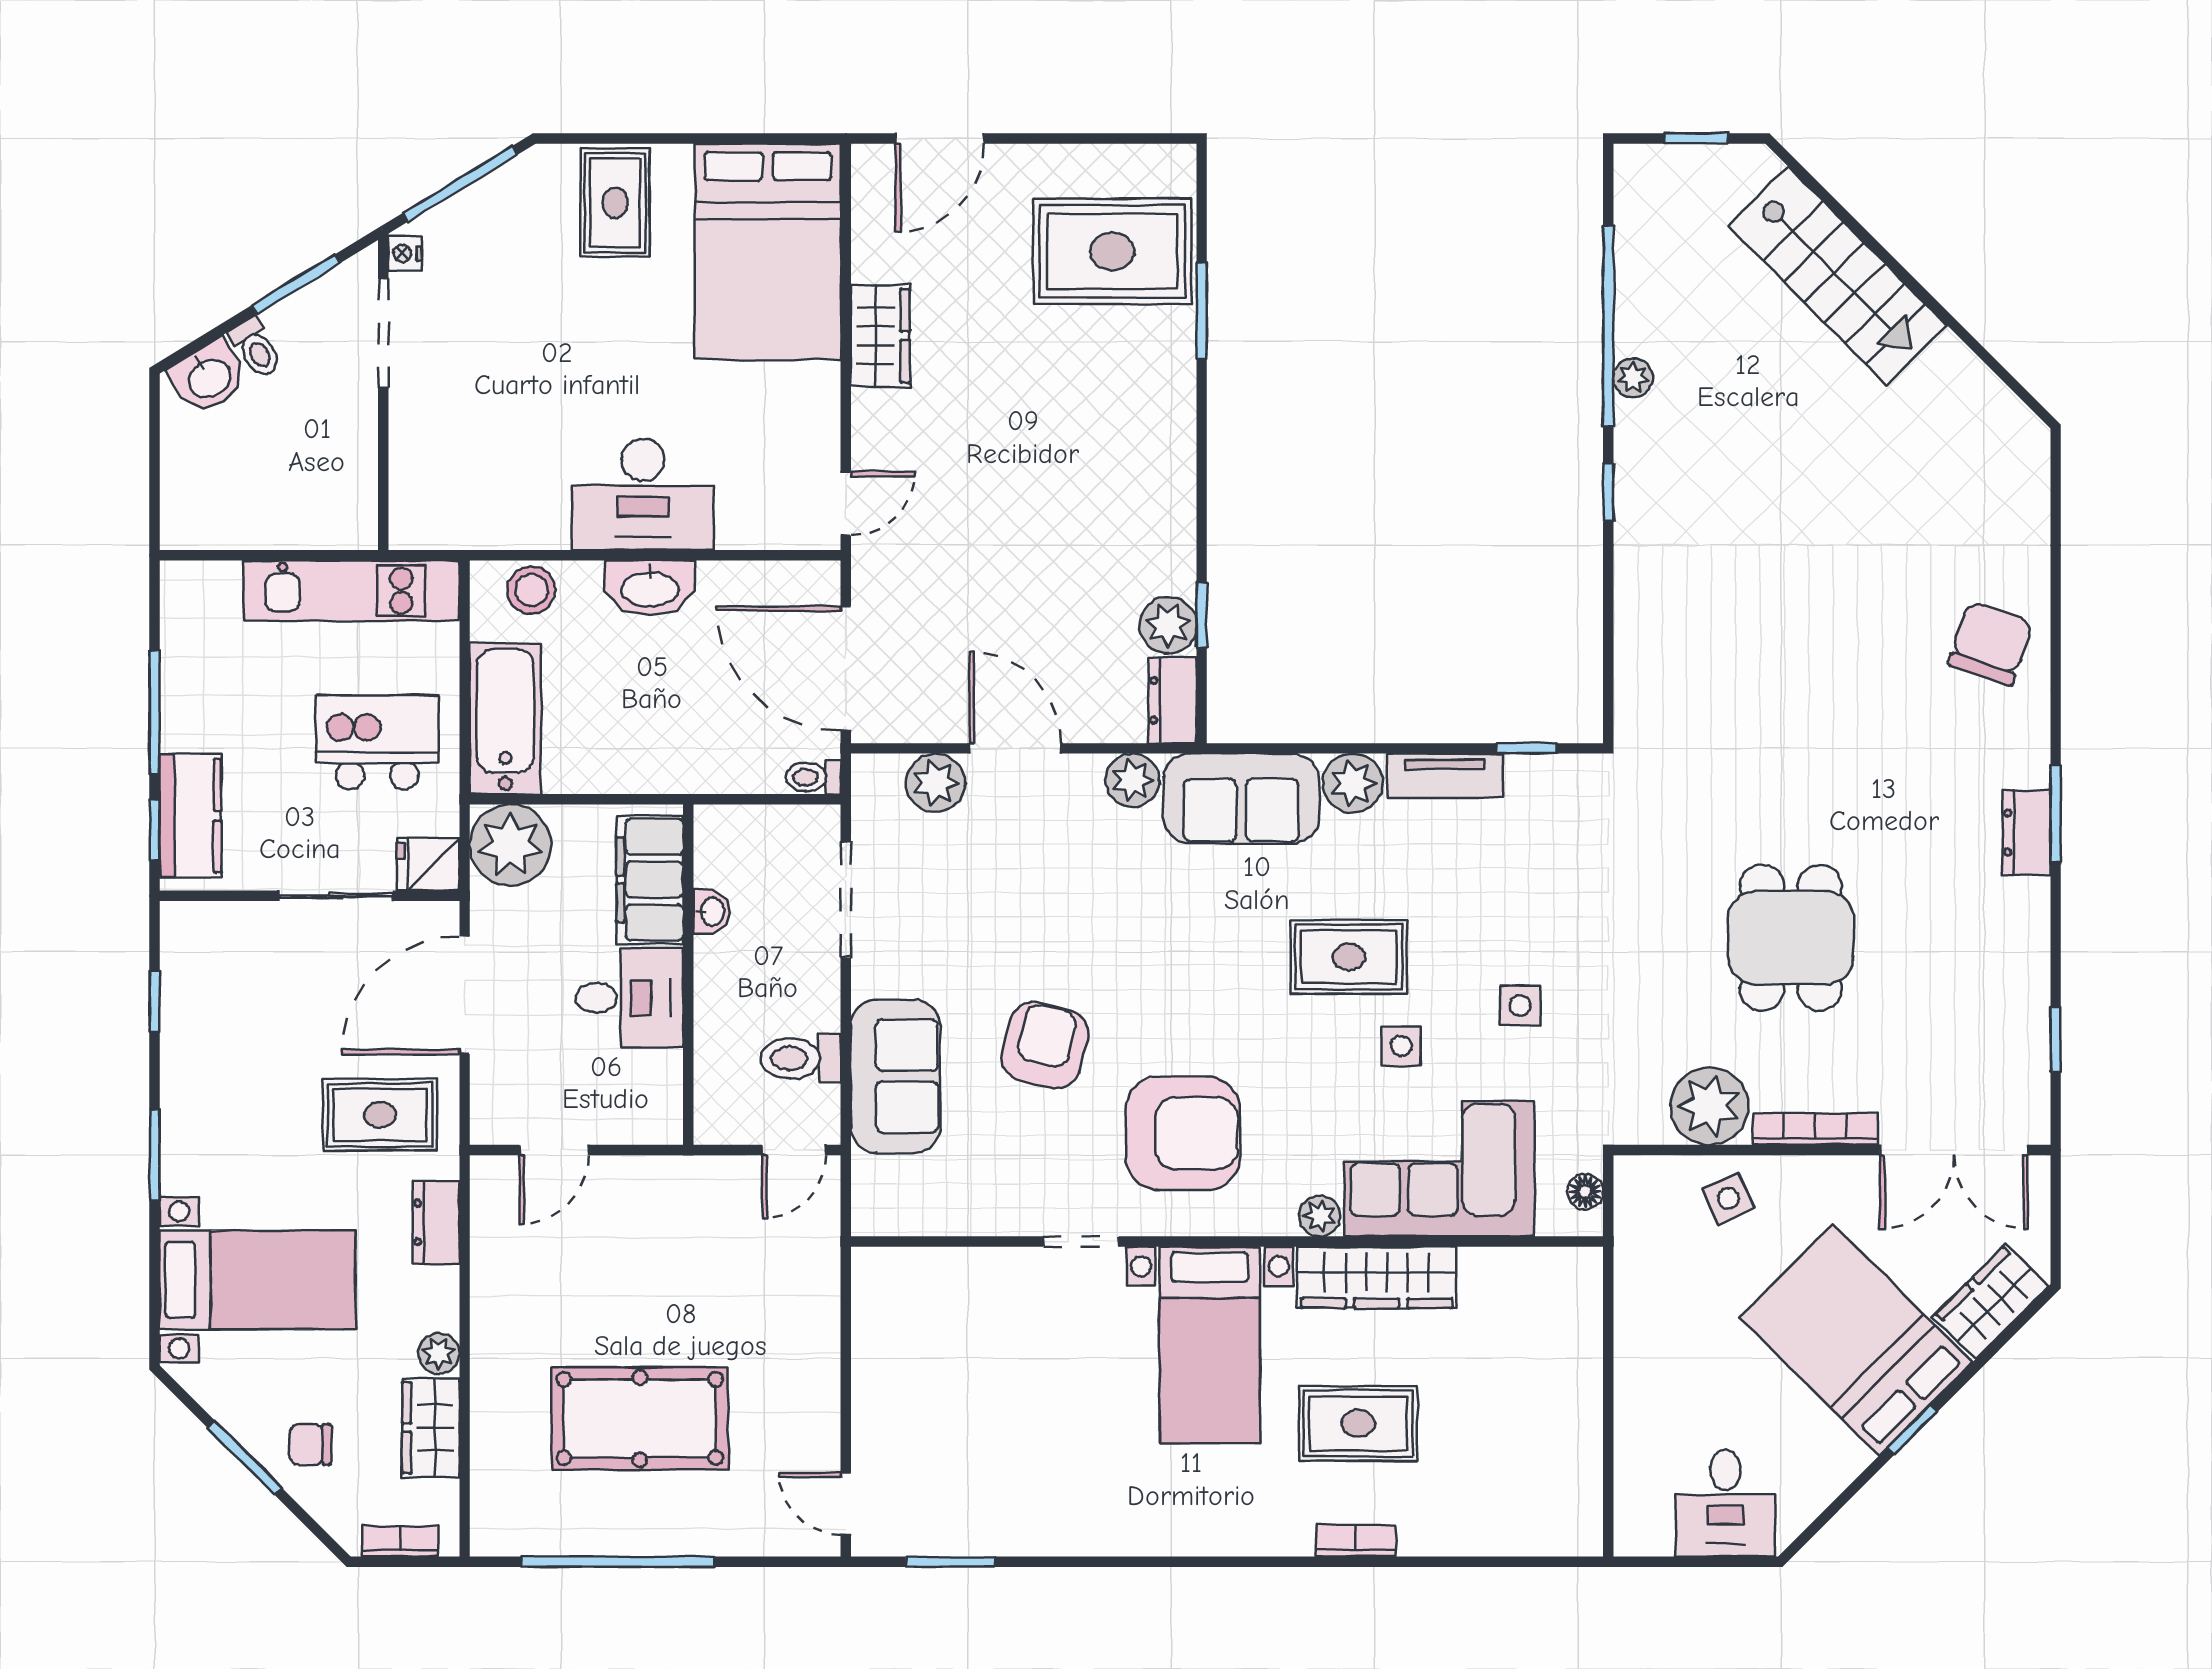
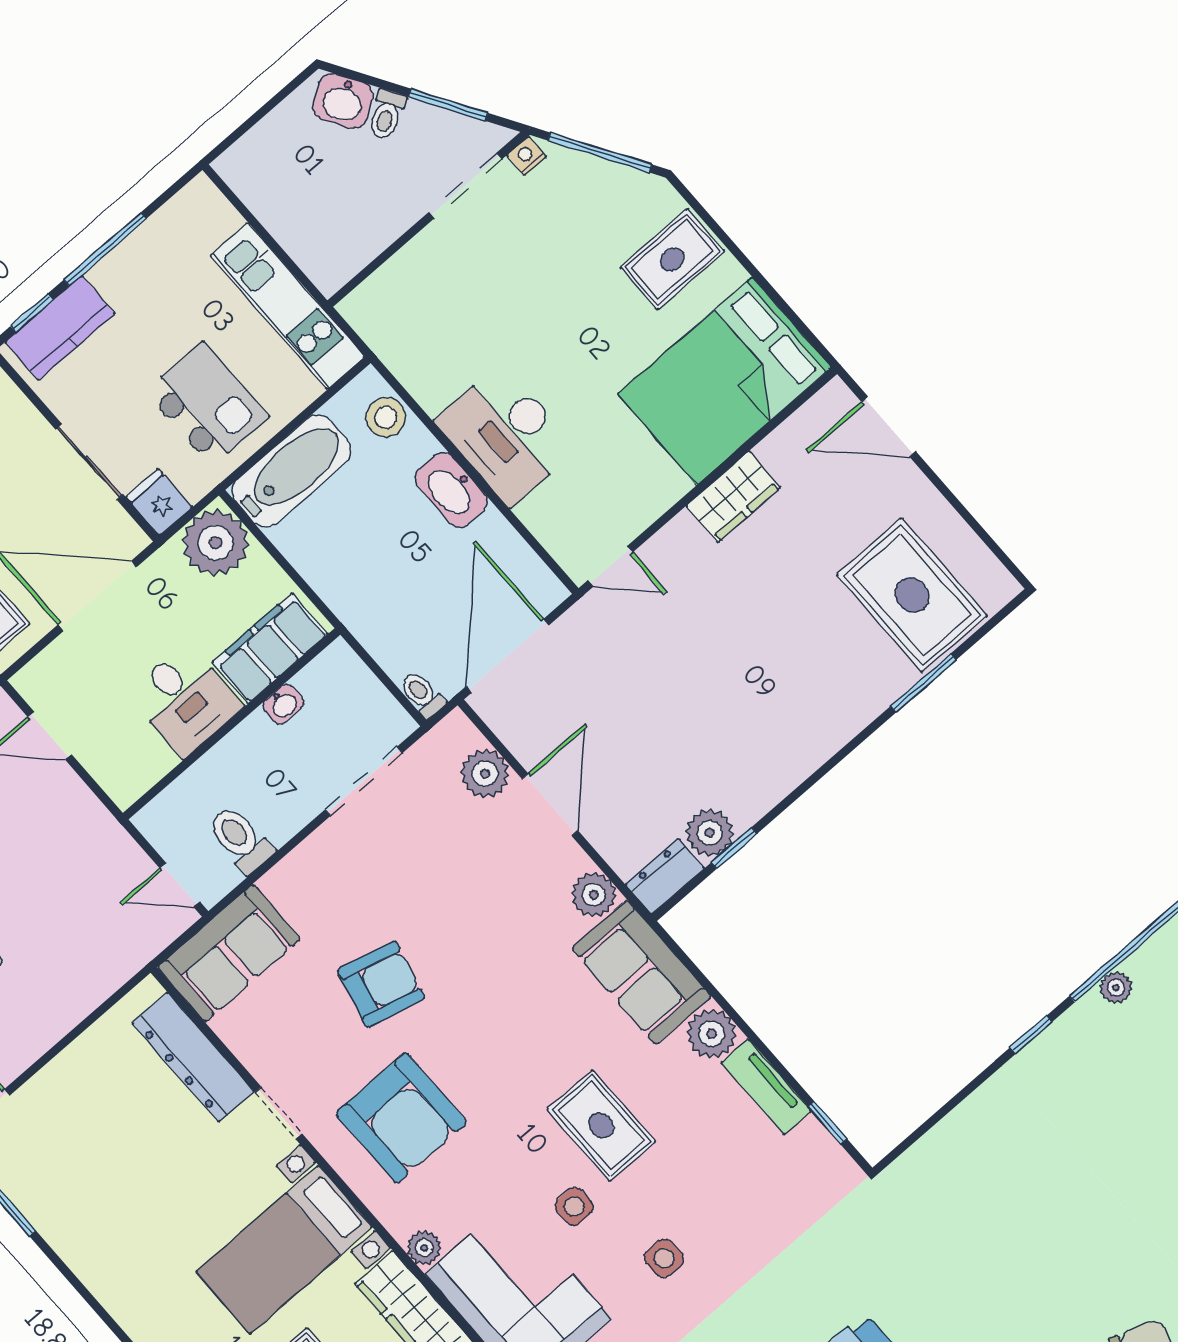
sofa: (895, 1076) -> (229, 953), moved
dresser: (962, 1275) -> (193, 1057), added

